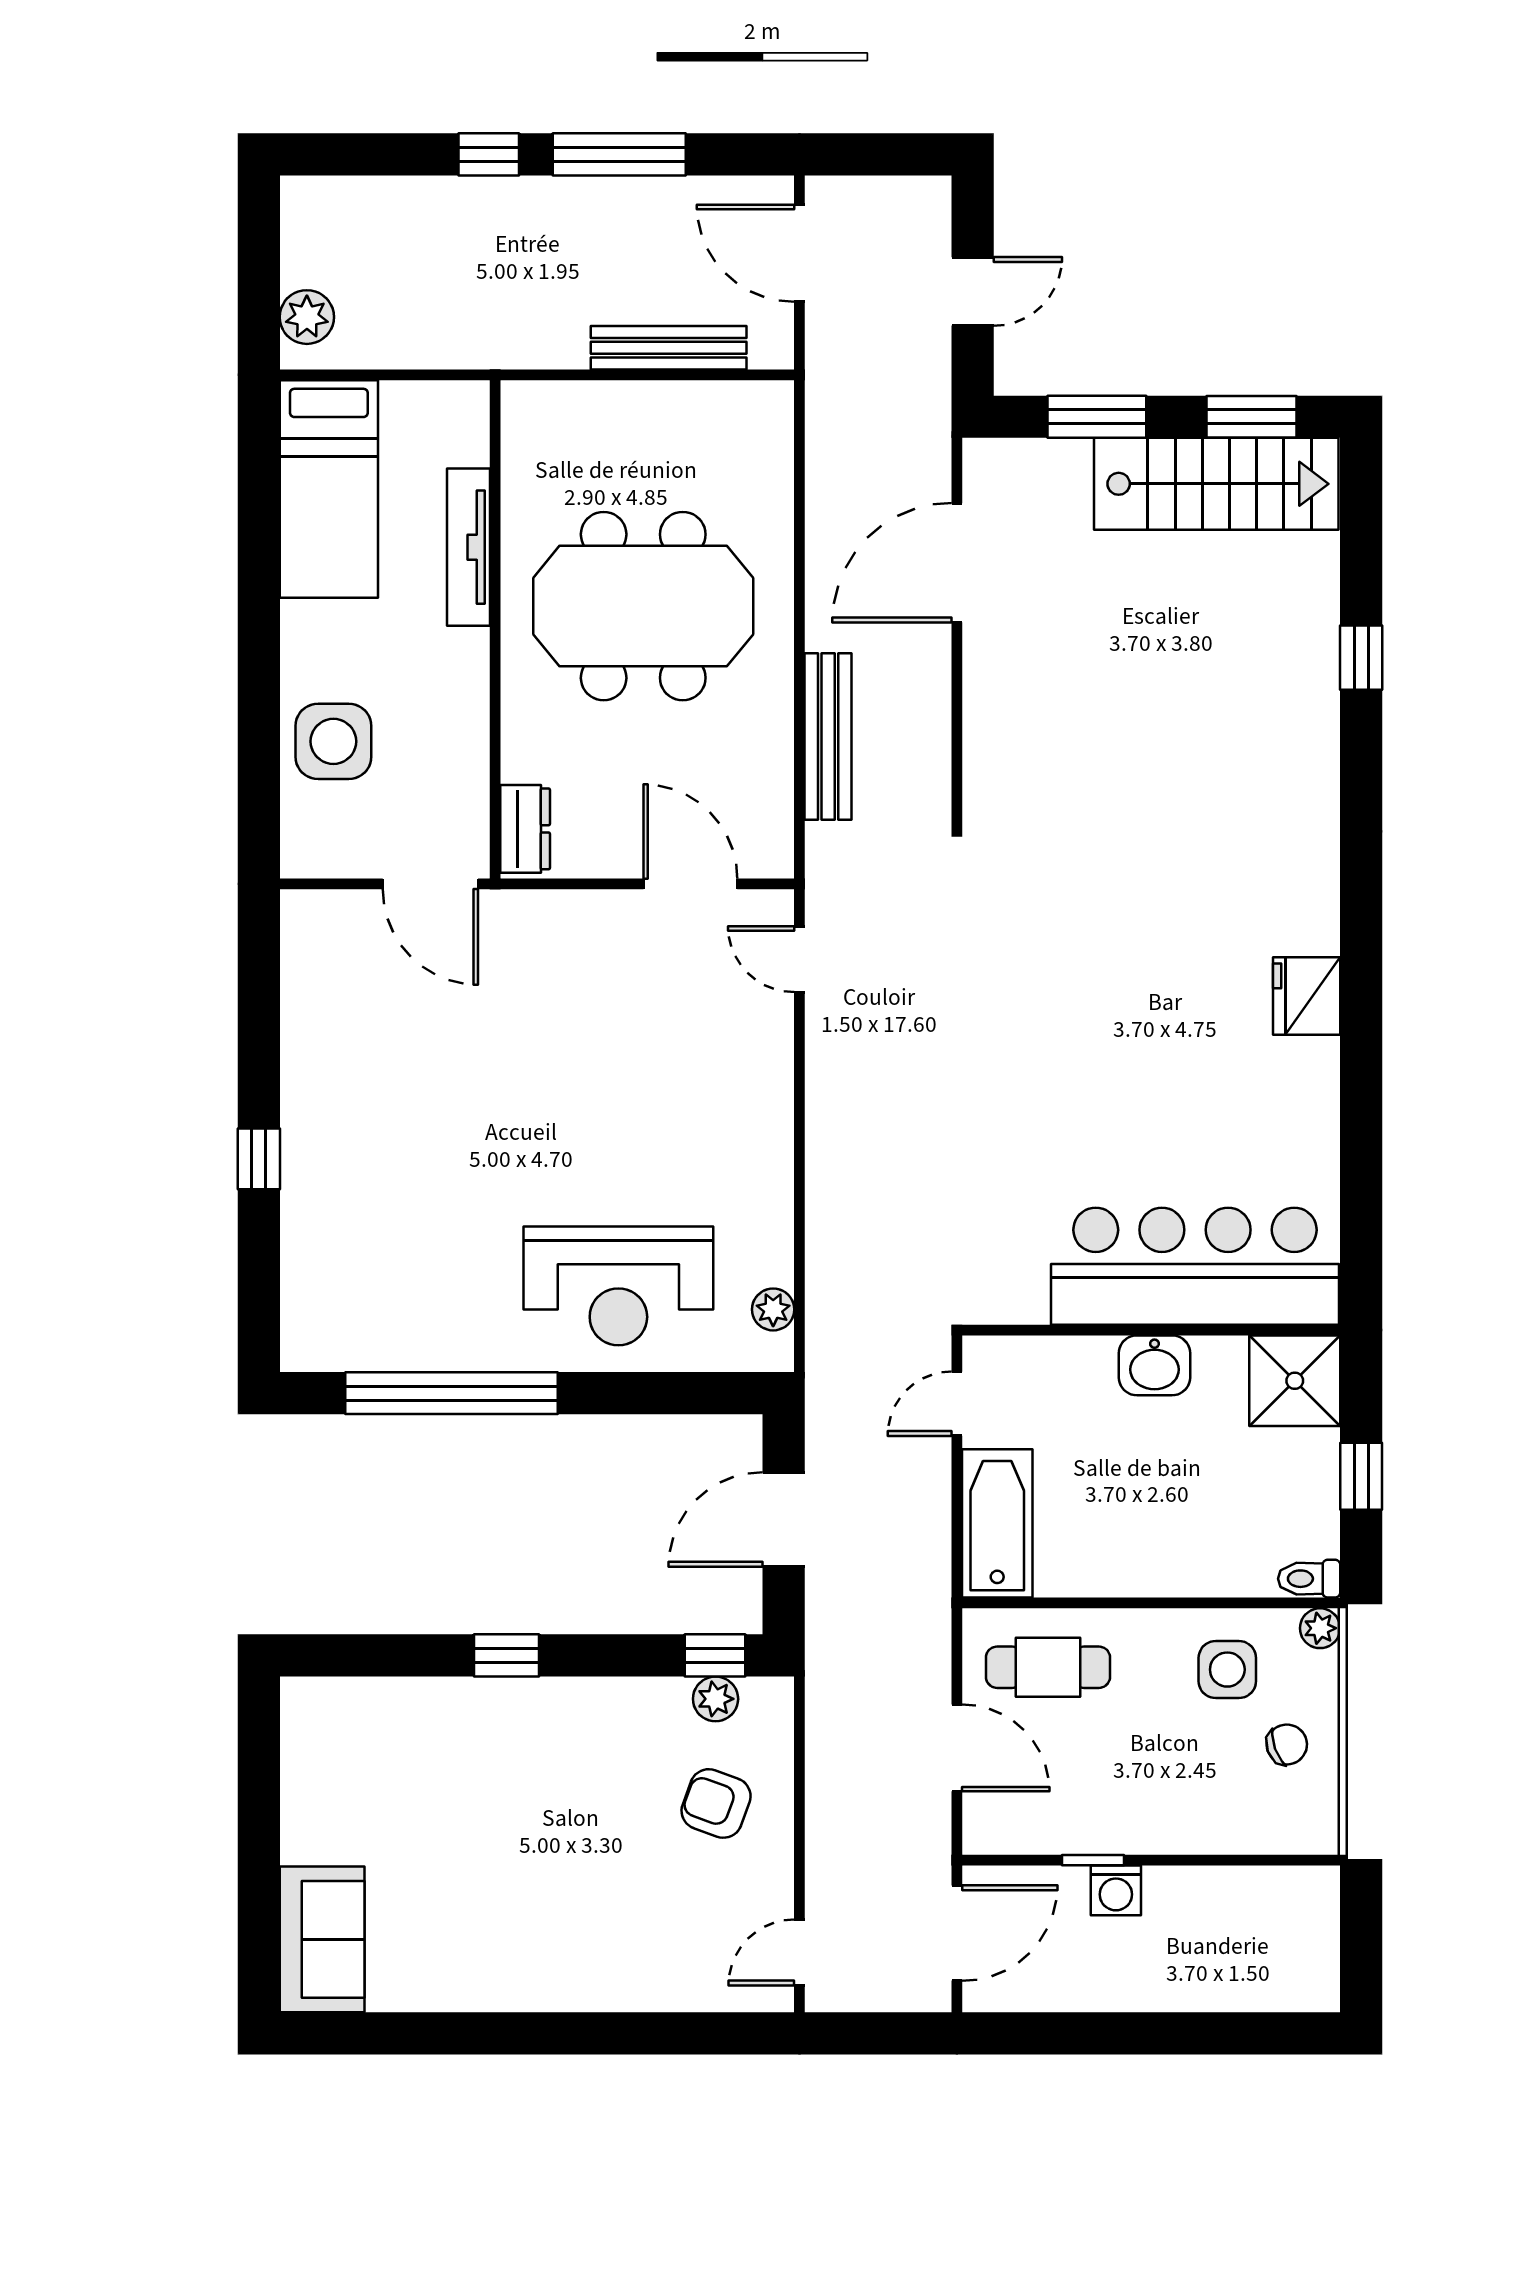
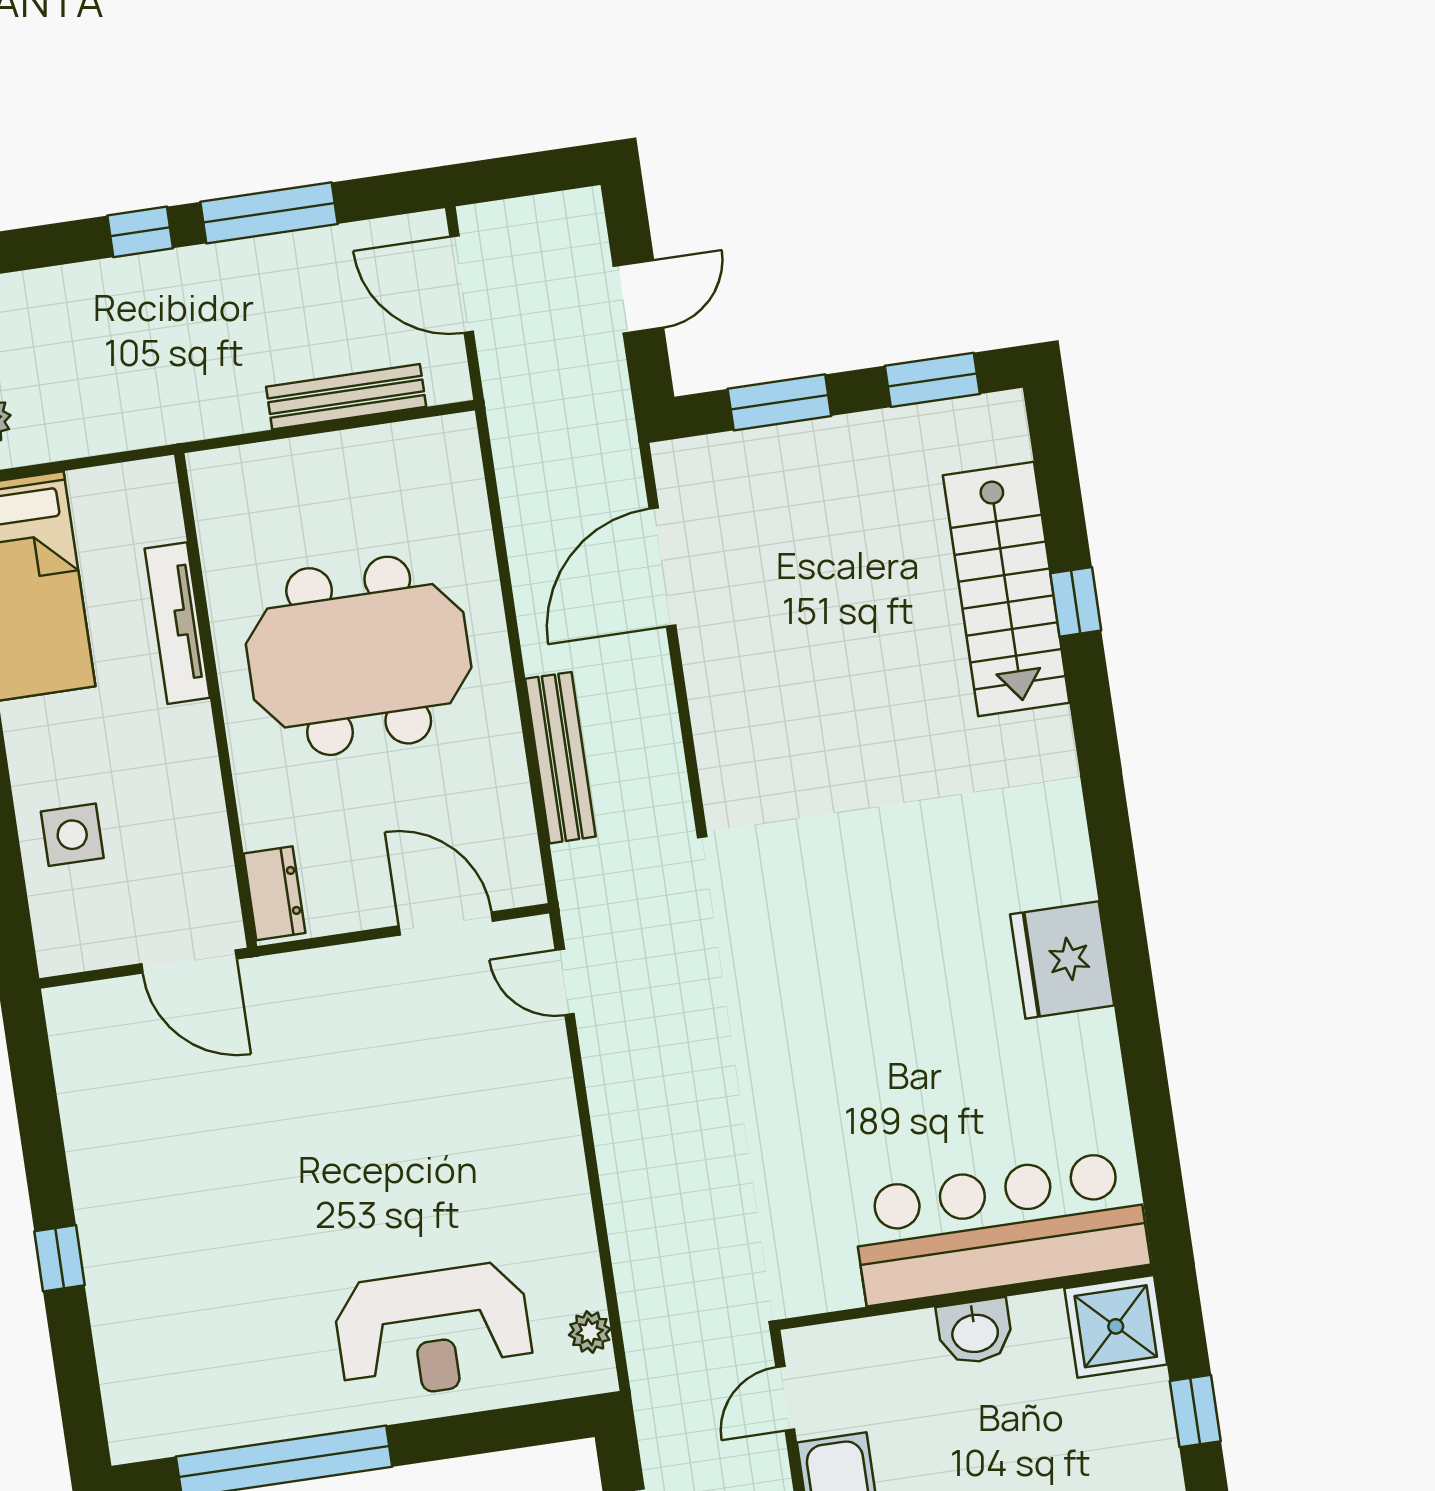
stairs: (1216, 484) -> (1006, 589), moved, turned 90
side table: (333, 741) -> (72, 835), width x0.73, depth x0.73
fridge: (1307, 996) -> (1062, 960), width x1.36, depth x1.34

